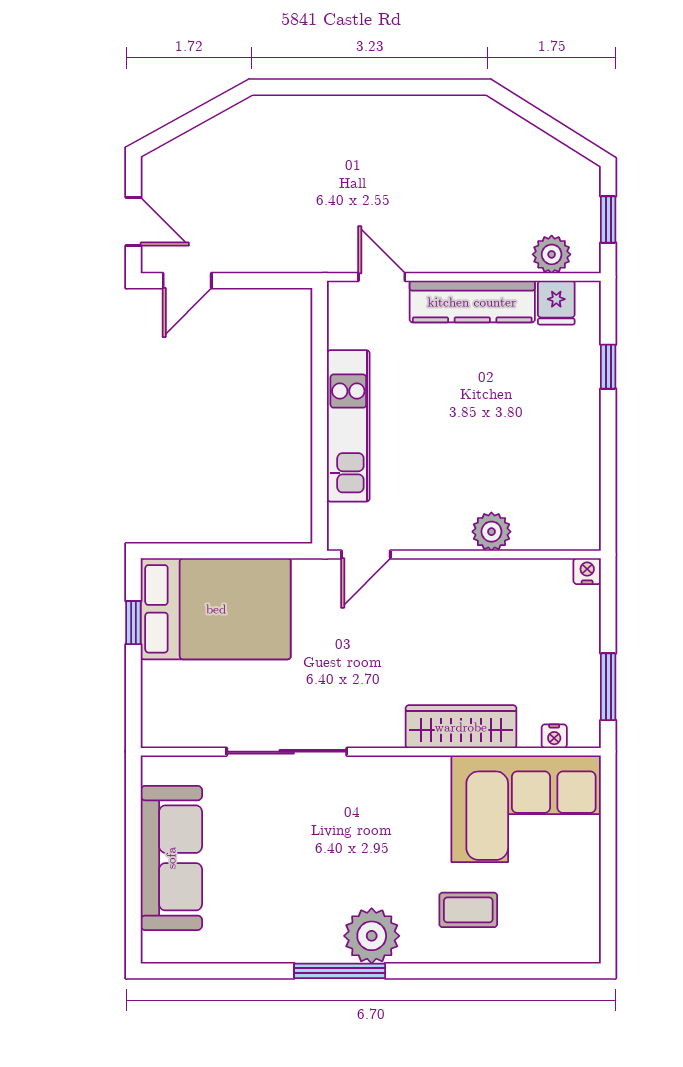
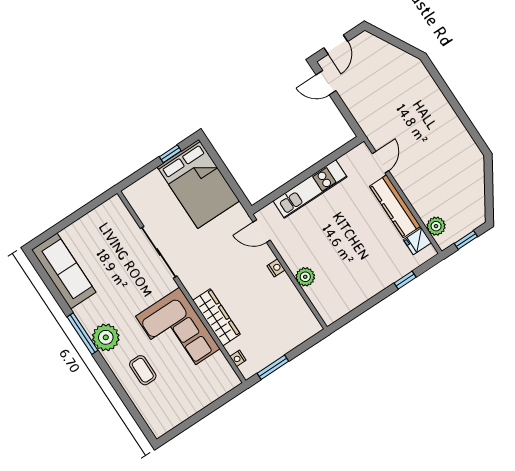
nightstand: (587, 571) -> (276, 268), moved
corner sofa: (526, 809) -> (178, 332), moved
sofa: (171, 858) -> (64, 271), moved, turned -90

